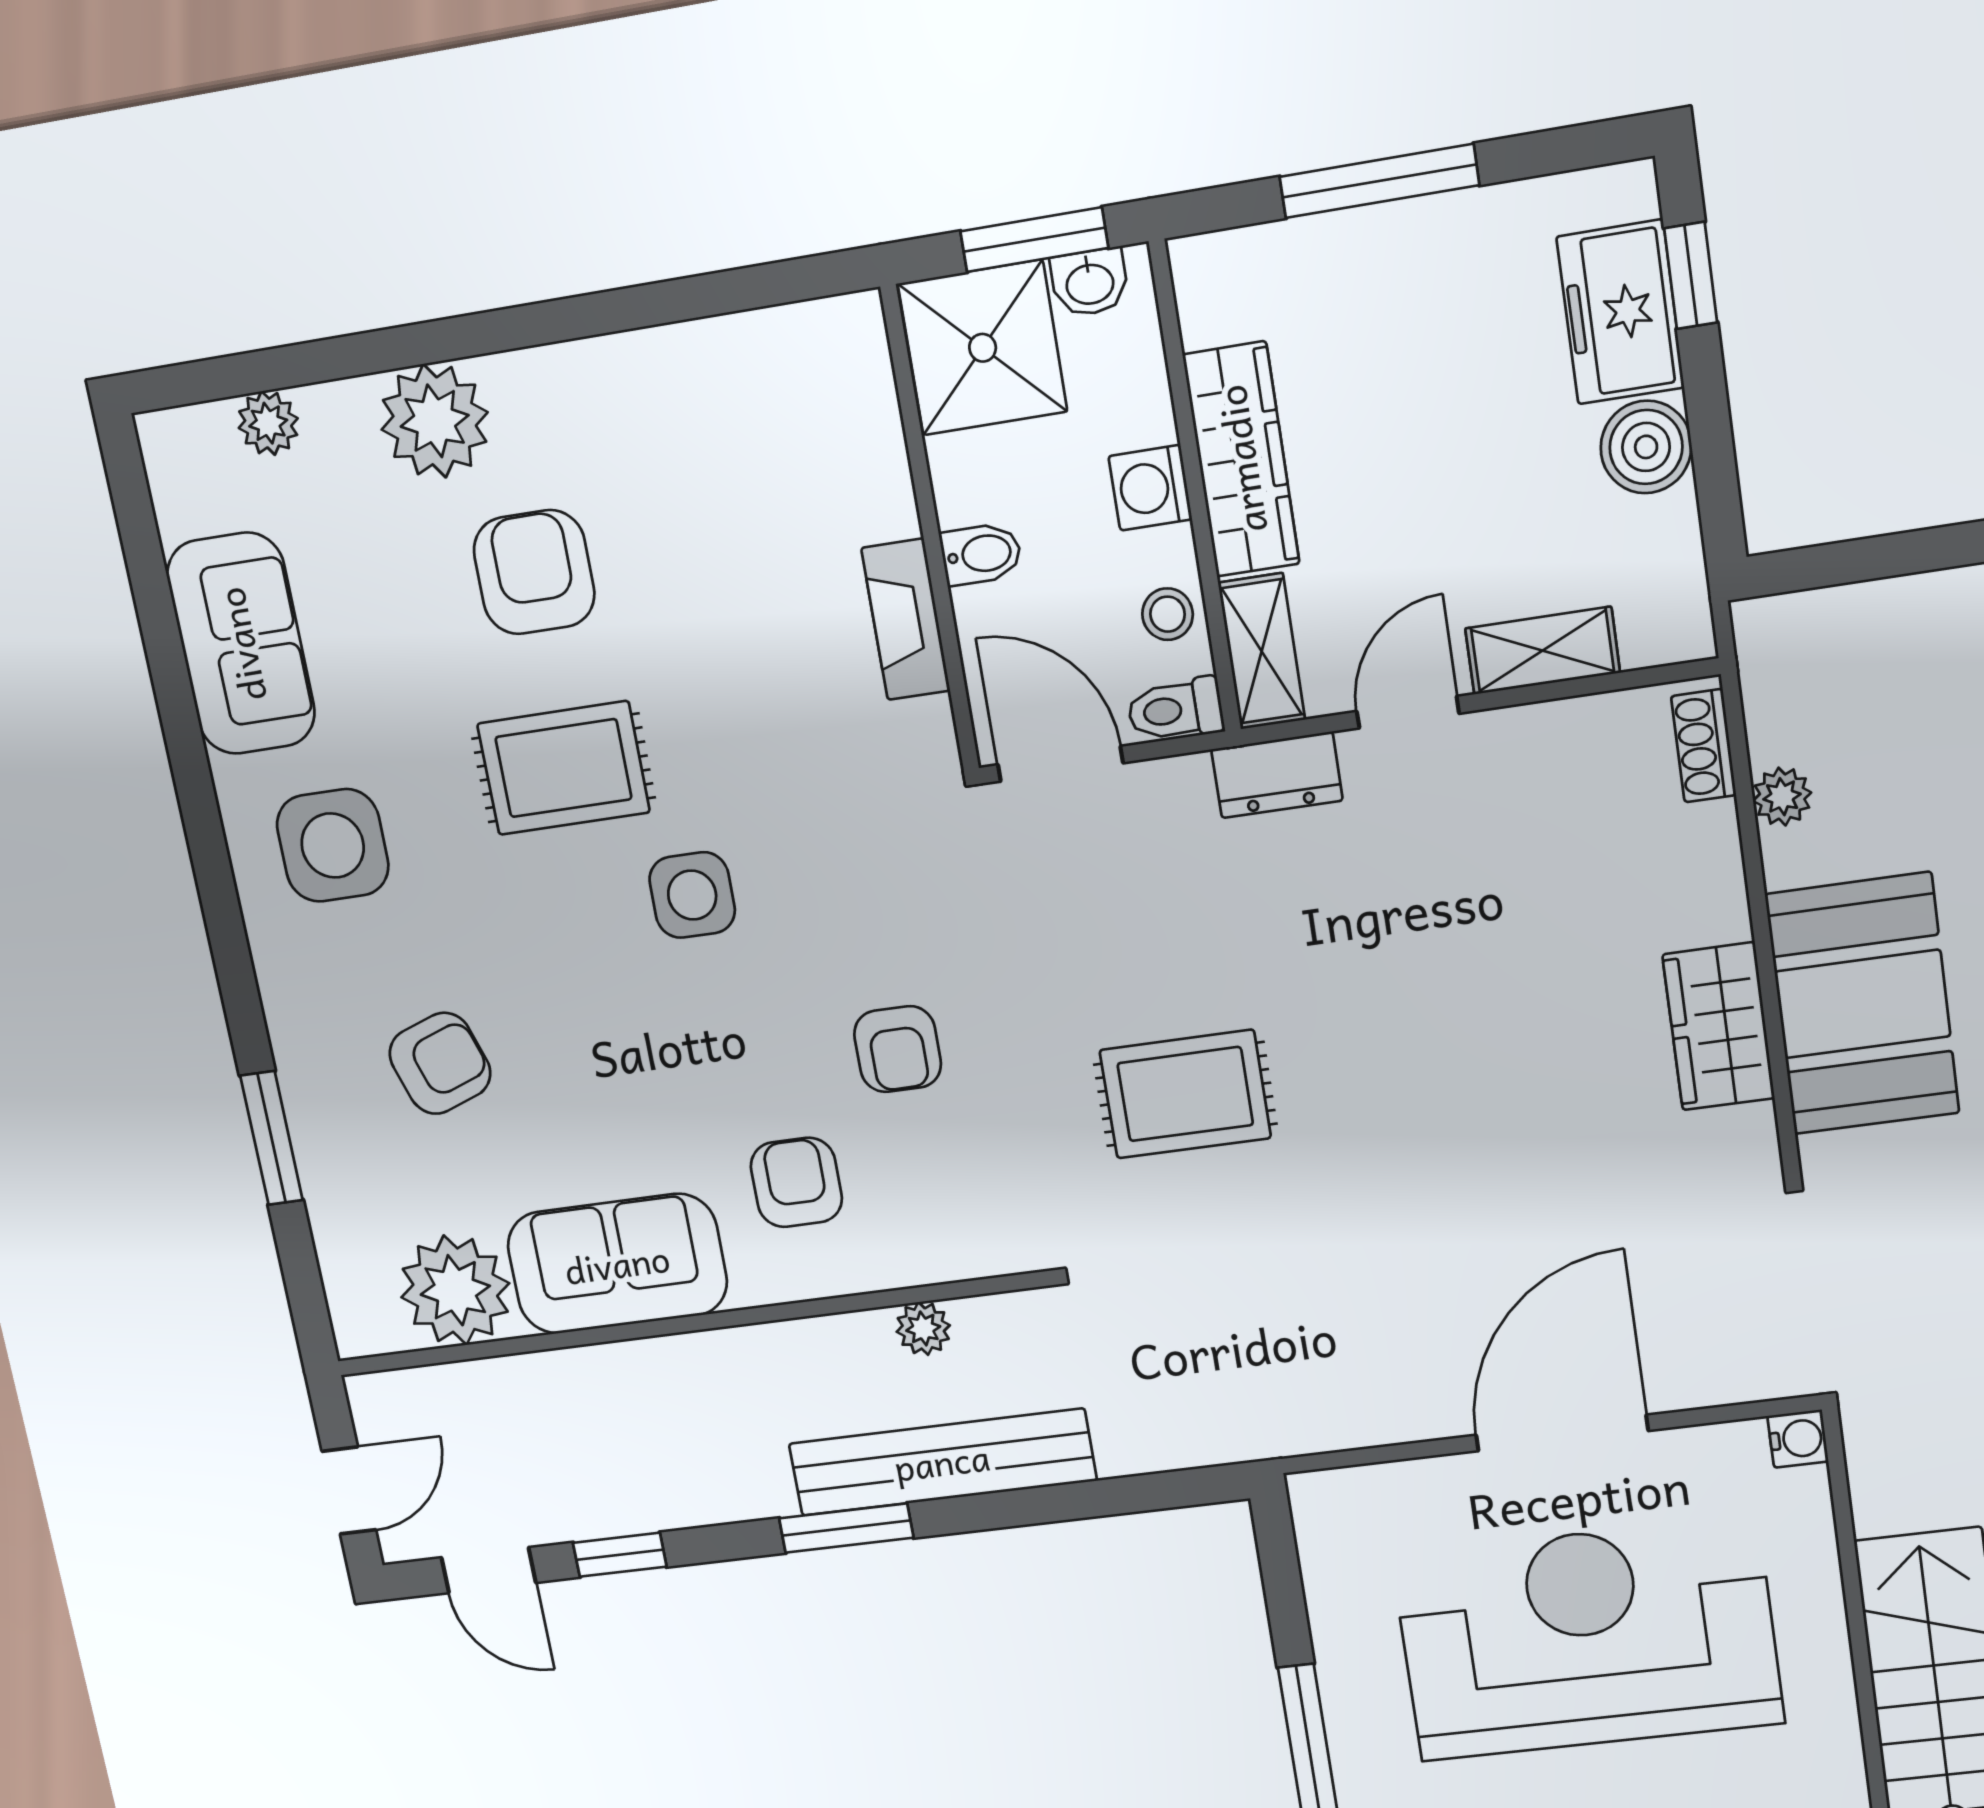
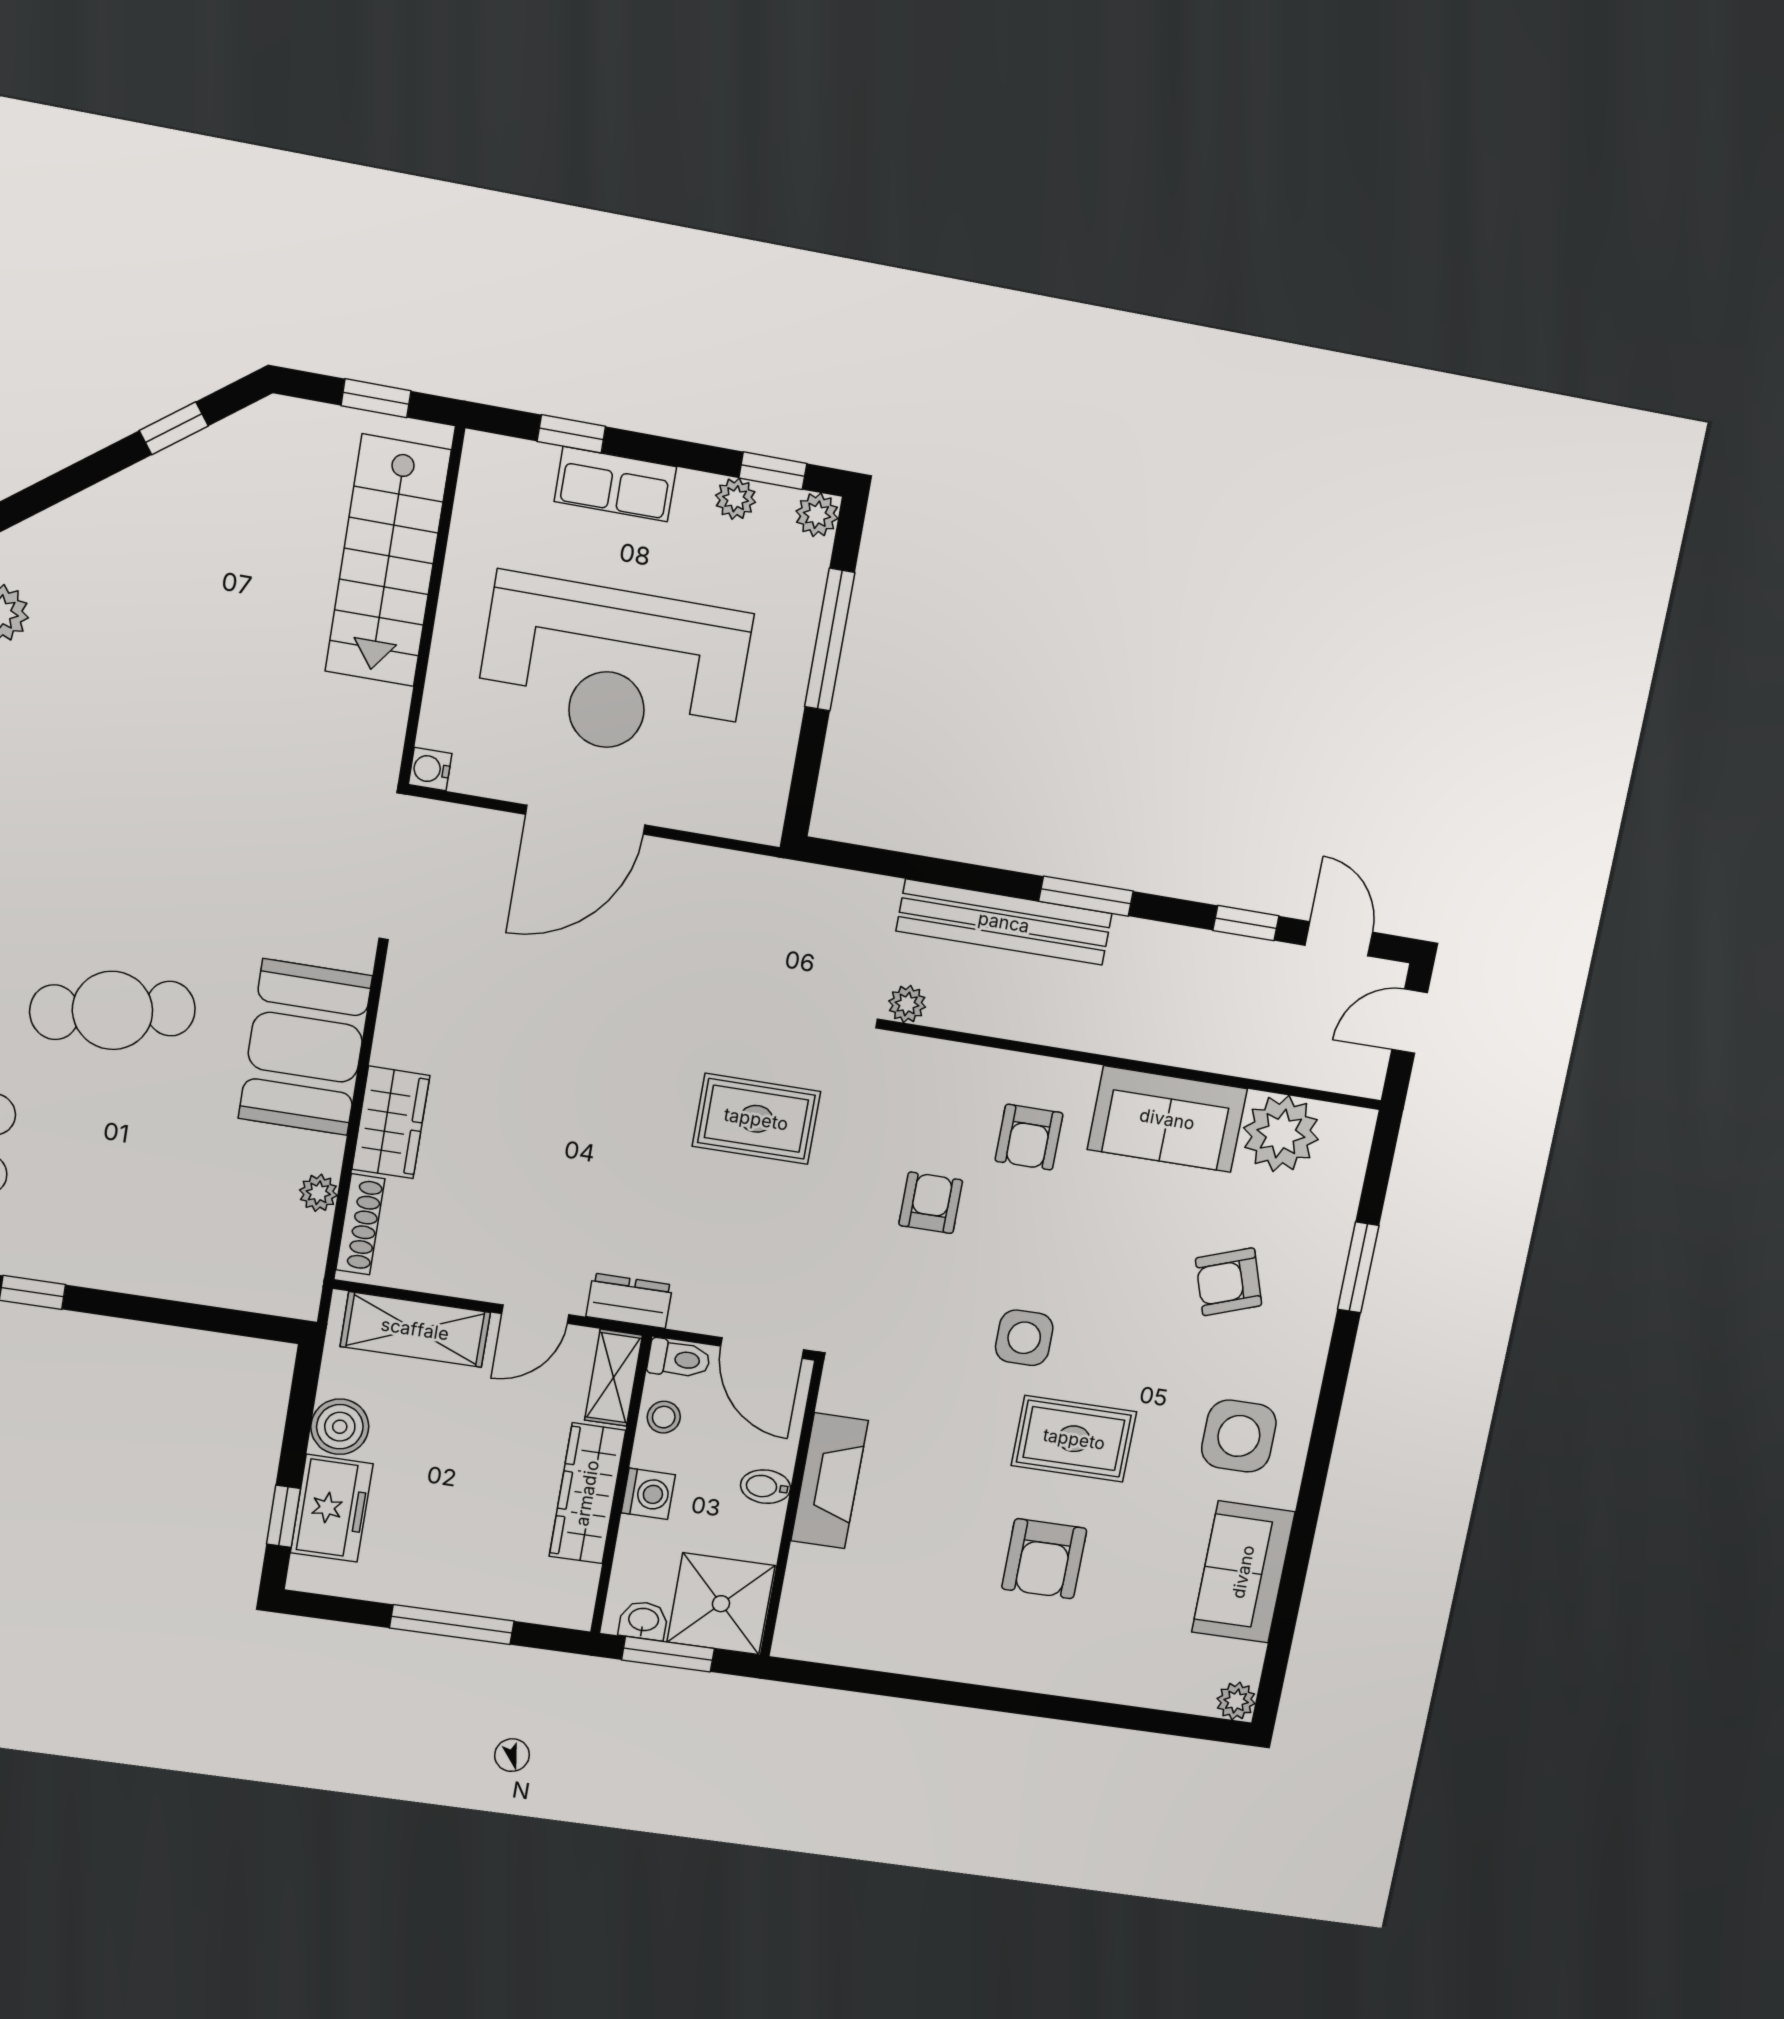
plant: (435, 421) -> (1069, 1663), removed
plant: (268, 423) -> (1236, 1701), moved
fireplace: (906, 619) -> (829, 1481), width x1.37, depth x1.32
shelving: (1543, 651) -> (415, 1329), width x1.50, depth x1.33
shoe rack: (1704, 746) -> (360, 1224), width x1.43
wardrobe: (1719, 1026) -> (391, 1122), moved
plant: (923, 1328) -> (907, 1004), moved

